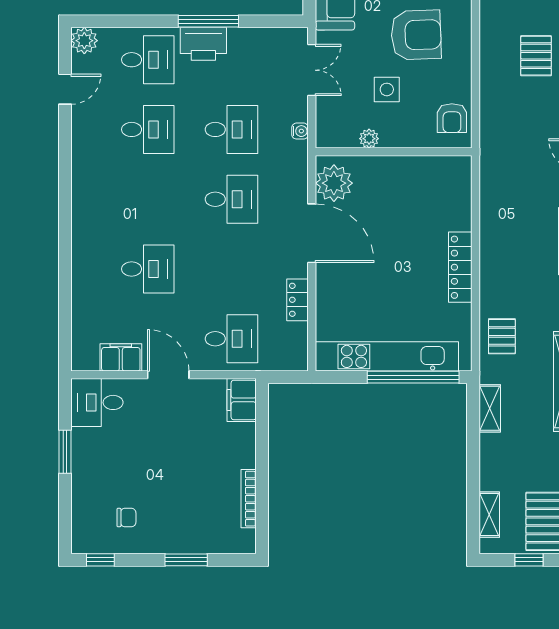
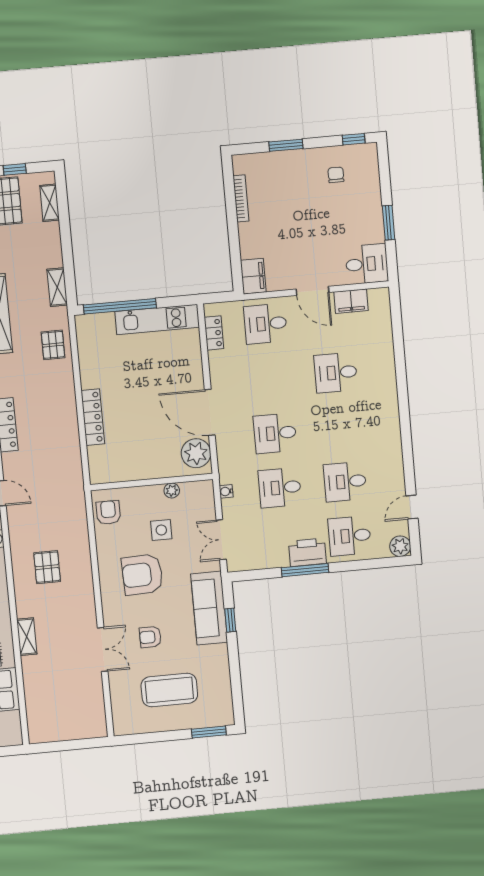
locker: (460, 267) -> (93, 417), moved
locker: (298, 300) -> (214, 333), moved
kitchen unit: (387, 356) -> (157, 319), width x0.73
chair: (126, 518) -> (336, 175), turned 90

